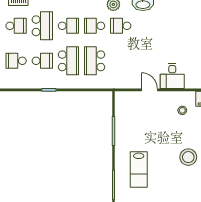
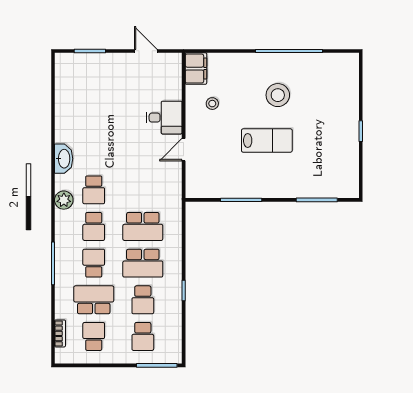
school desk: (42, 61) -> (143, 300), turned 180
school desk: (68, 61) -> (143, 263), turned 180
lab bench: (139, 169) -> (267, 140), moved

